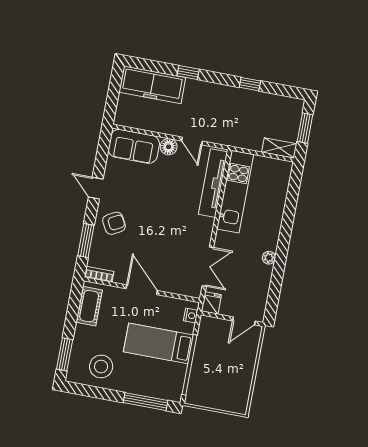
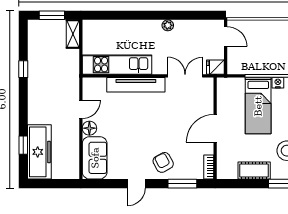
window: (188, 73) -> (23, 145), moved
tv unit: (213, 183) -> (136, 85), moved
cot: (89, 306) -> (254, 170), moved
nightstand: (191, 315) -> (278, 83), moved

